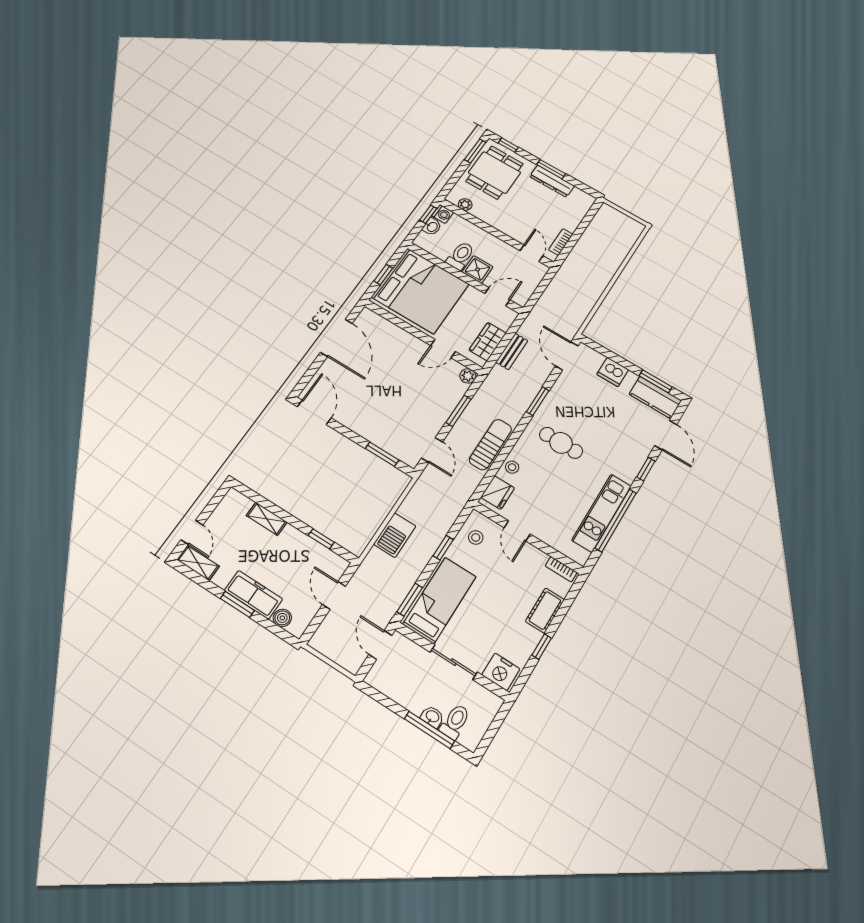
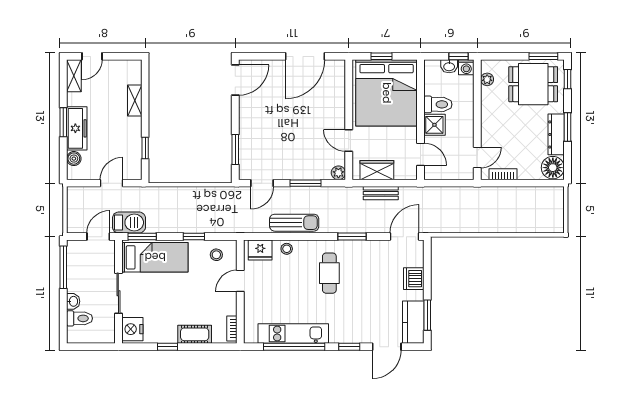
floor lamp: (580, 201) -> (553, 168), added
barbecue: (395, 535) -> (129, 223), moved, turned 180
window: (429, 730) -> (63, 267), moved

